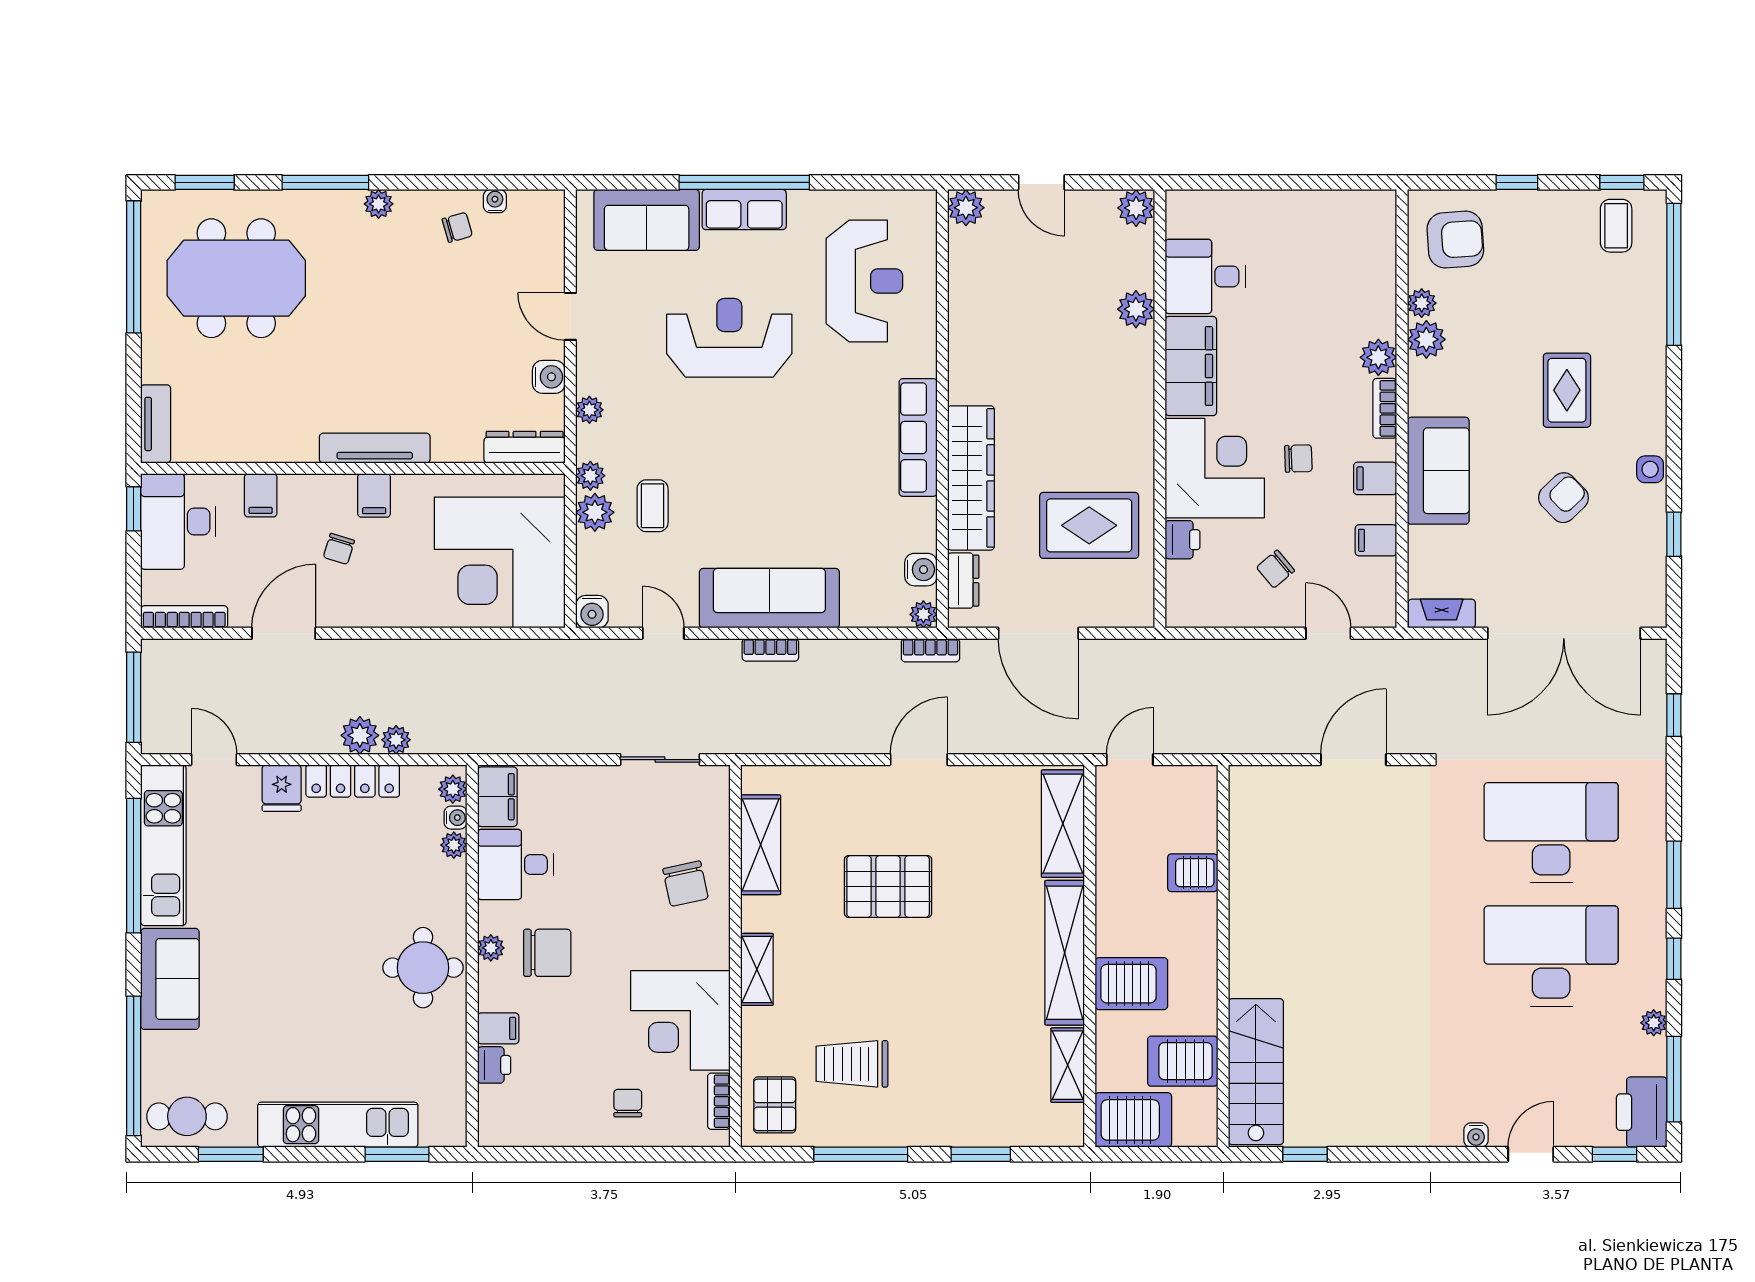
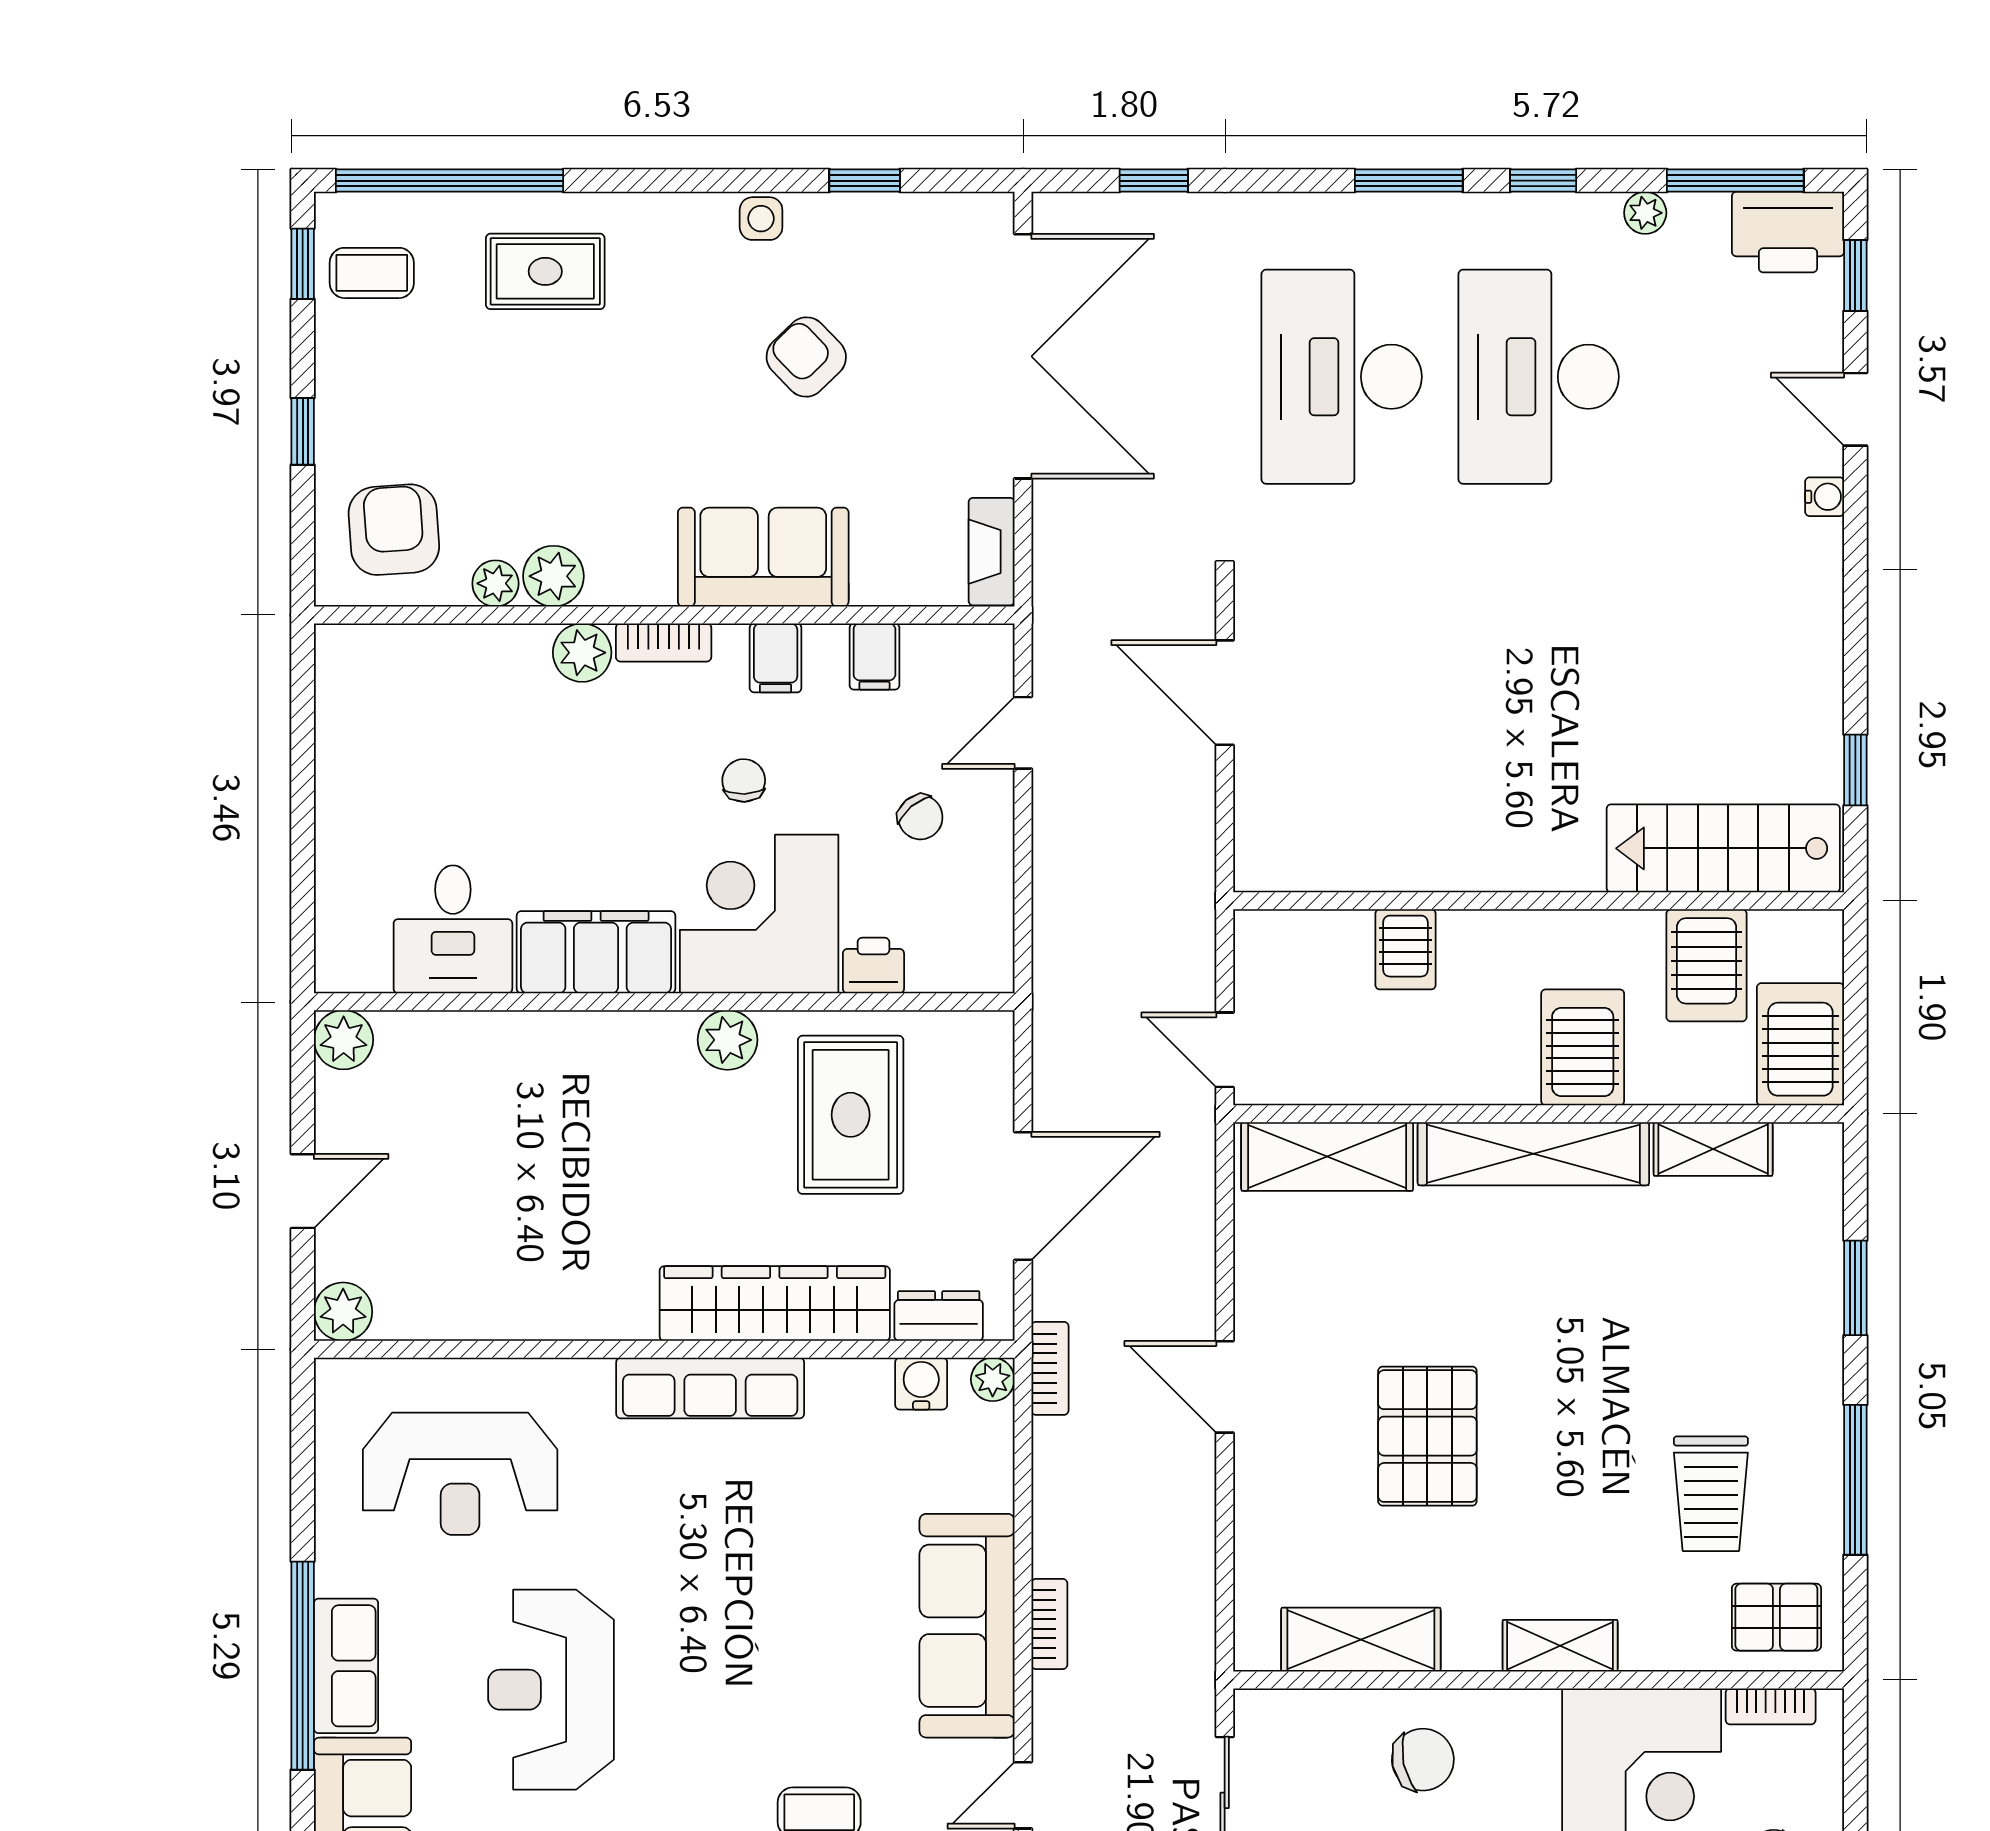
reception desk: (864, 281) -> (460, 1474), turned 180
plant: (1136, 309) -> (728, 1040), moved
rug: (1567, 390) -> (545, 271), moved

